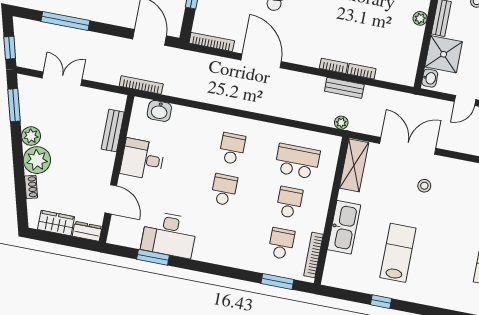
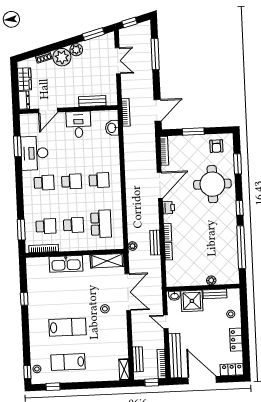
printer: (297, 56) -> (169, 208), added
school desk: (216, 231) -> (44, 183), added
lab bench: (398, 253) -> (68, 327), moved

